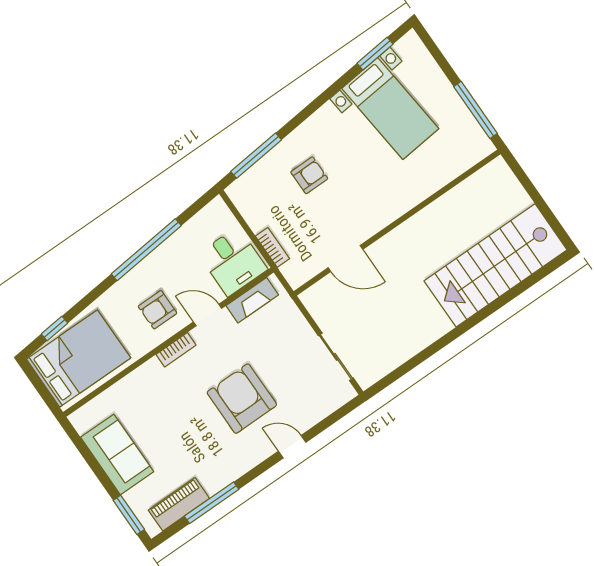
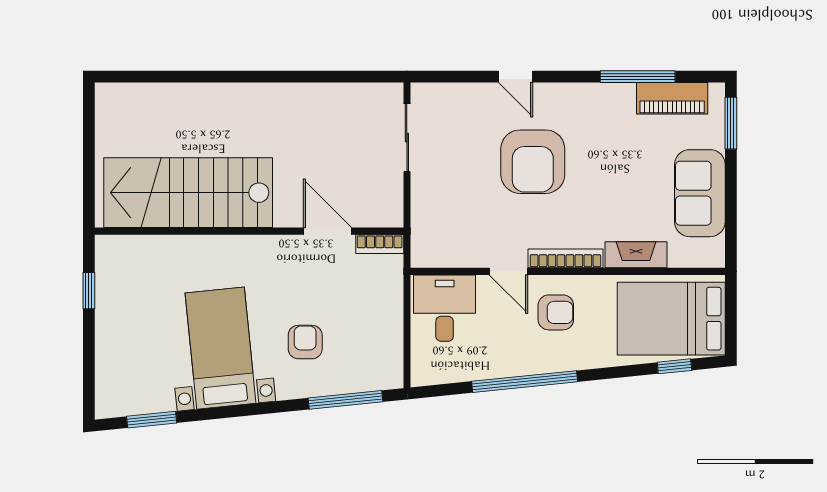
bed with nightstands: (390, 108) -> (221, 348), moved
window: (475, 110) -> (89, 291), width x0.46
armchair: (309, 175) -> (305, 342), turned 90
bookcase: (272, 247) -> (380, 244), moved, turned -90
stairs: (496, 265) -> (188, 193), moved, turned 180
fireplace: (252, 300) -> (636, 255), moved
bookcase: (176, 350) -> (565, 258), width x1.56

